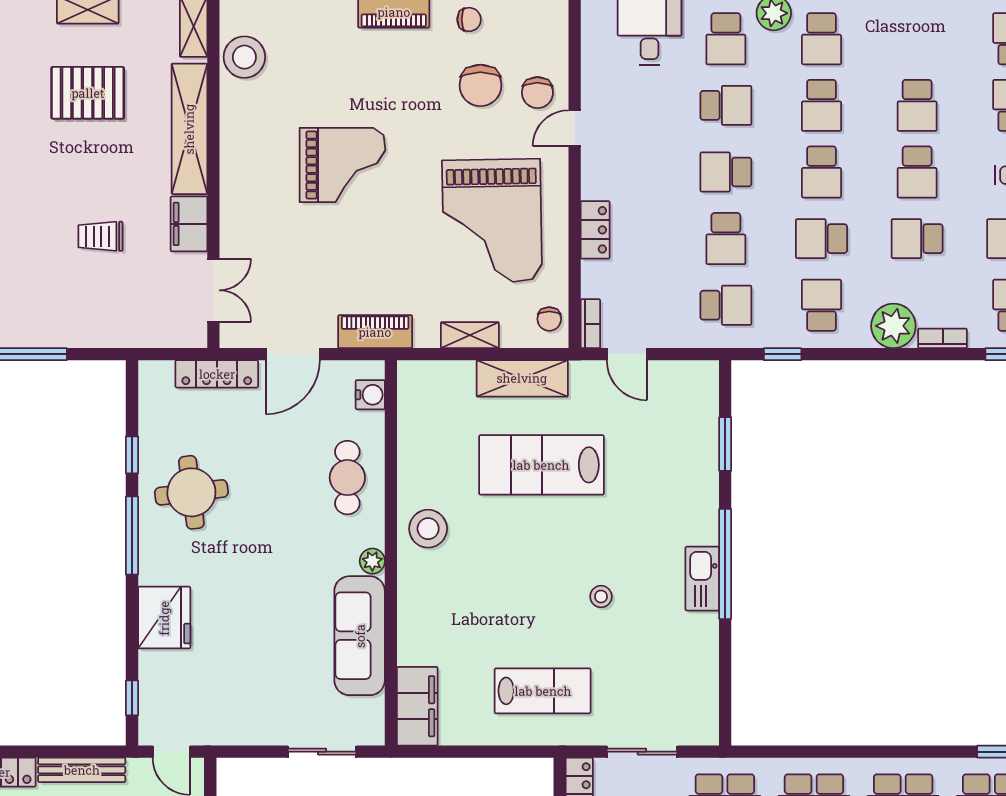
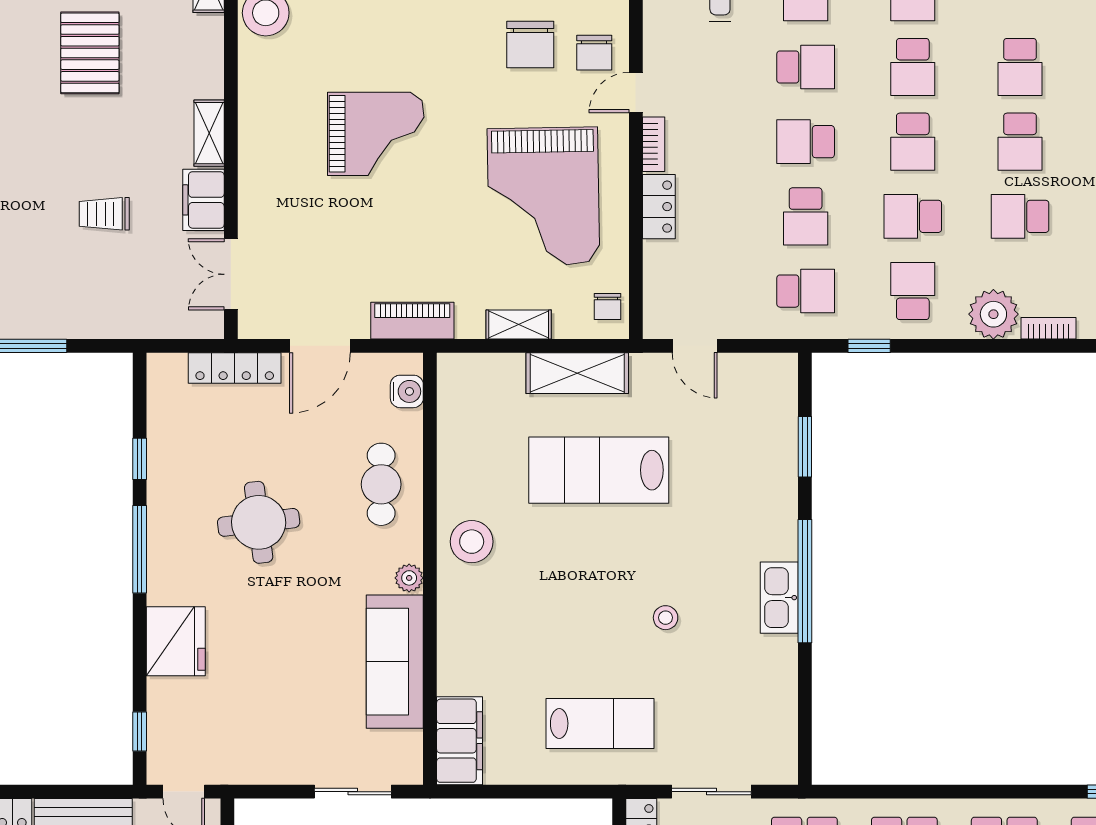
pallet: (88, 93) -> (90, 53), turned 90
shelving: (189, 129) -> (209, 133), width x0.45, depth x0.75
double door: (213, 290) -> (231, 274), swing flipped
bookcase: (590, 324) -> (654, 144), moved
round table: (191, 492) -> (259, 522), moved

